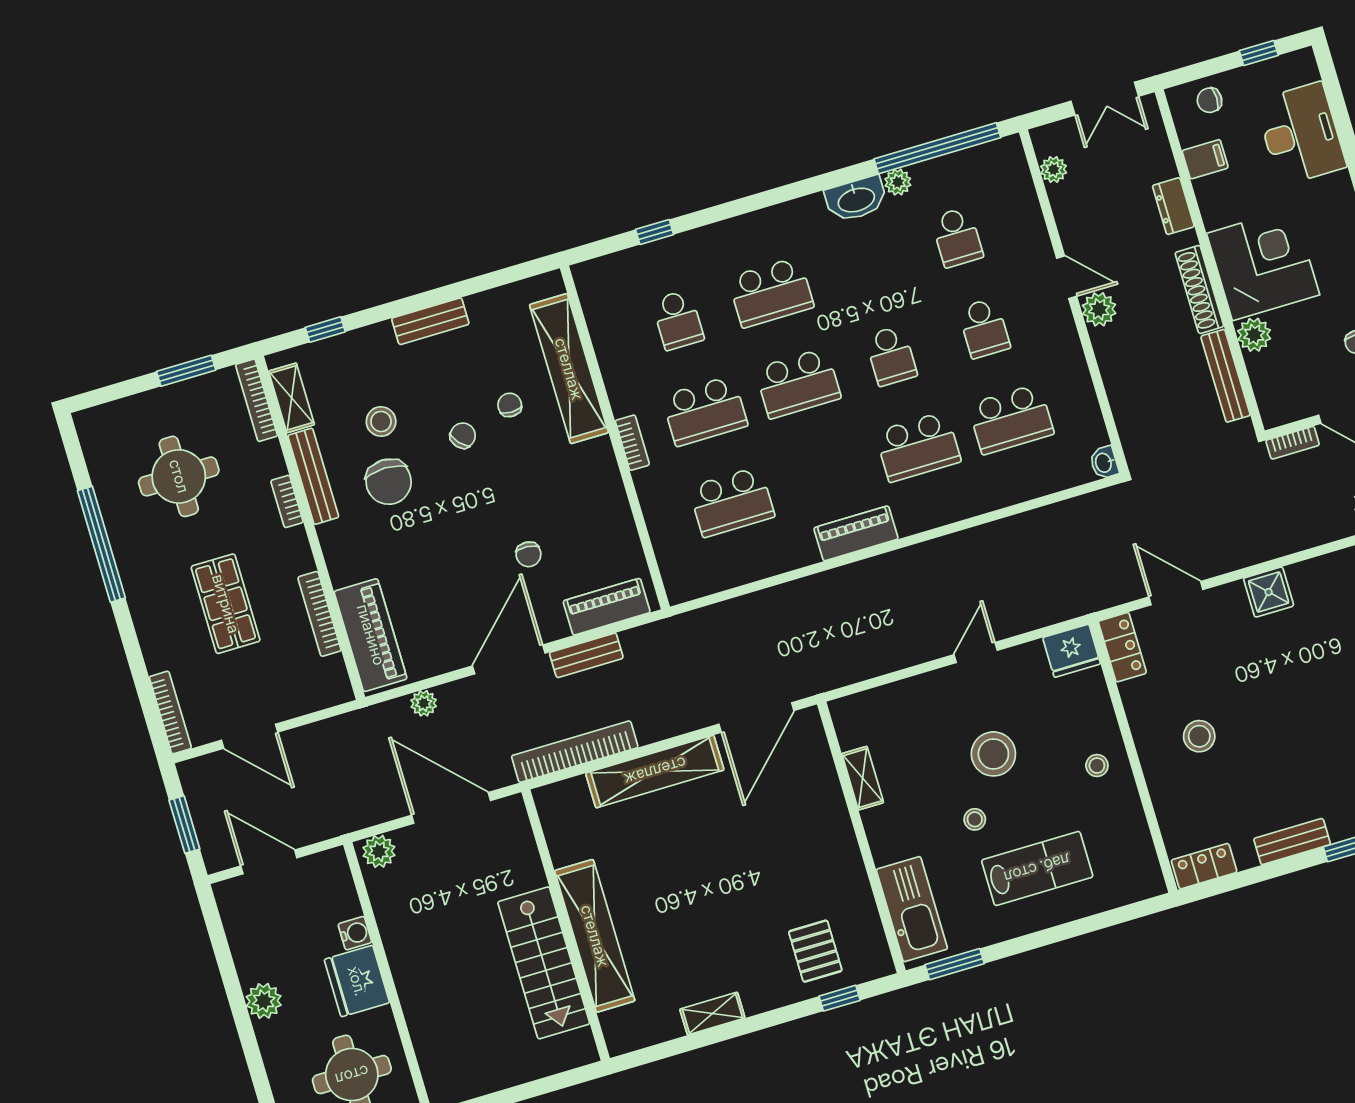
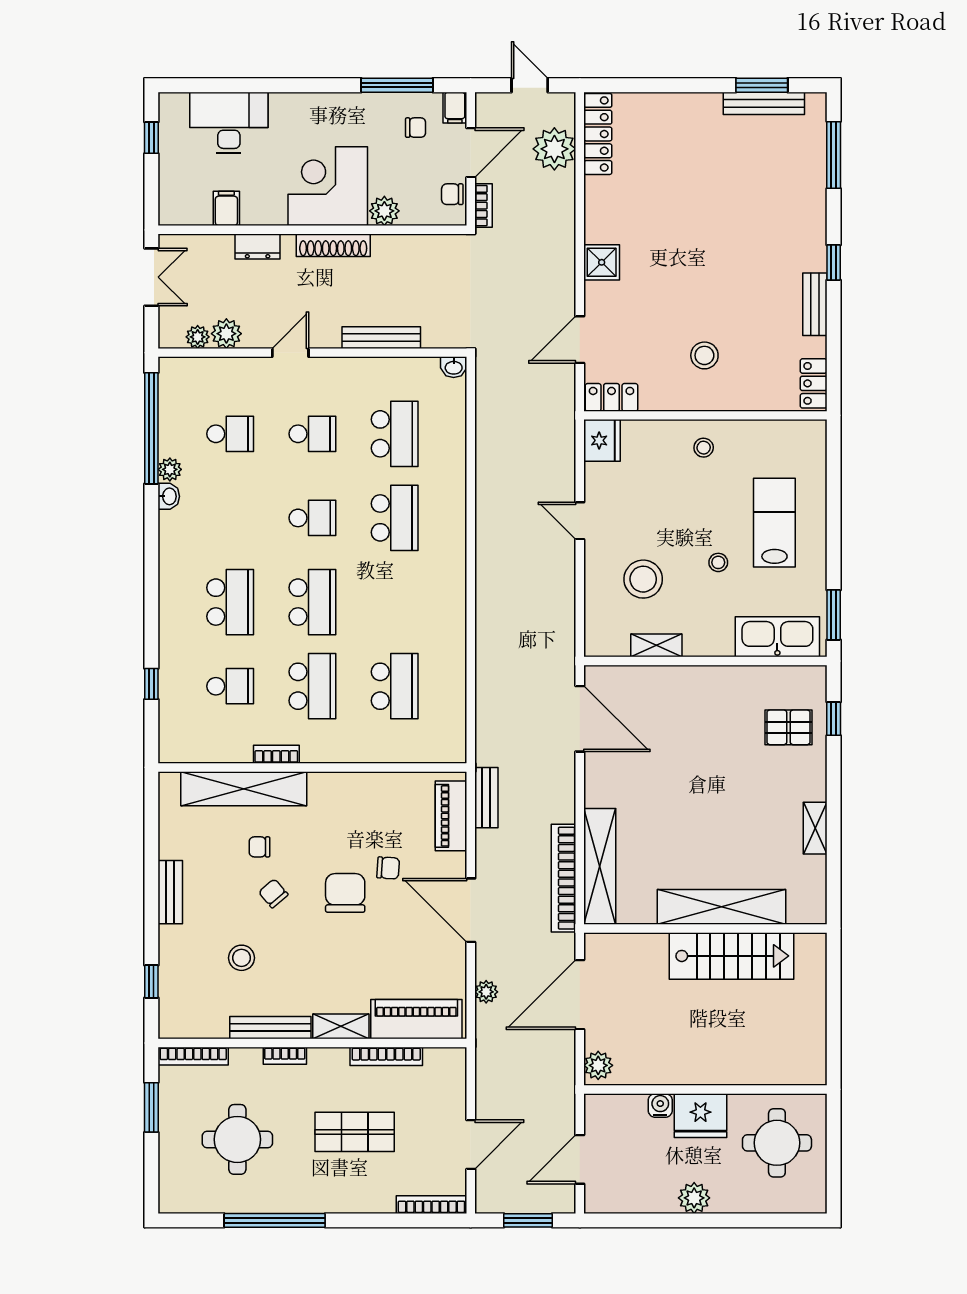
chair: (1209, 100) -> (452, 194), moved, turned 90
washbasin: (856, 199) -> (169, 496), width x0.52, depth x0.69
plant: (1099, 309) -> (226, 334), moved
bench: (1226, 376) -> (381, 338), moved
shelving: (292, 398) -> (341, 1026), moved
bookcase: (632, 443) -> (276, 754), moved
chair: (389, 482) -> (345, 893), moved, turned -90
piano: (856, 533) -> (451, 591), removed
bench: (586, 655) -> (486, 798), moved
stool: (993, 754) -> (643, 579), moved
shelving: (655, 771) -> (600, 866), moved

